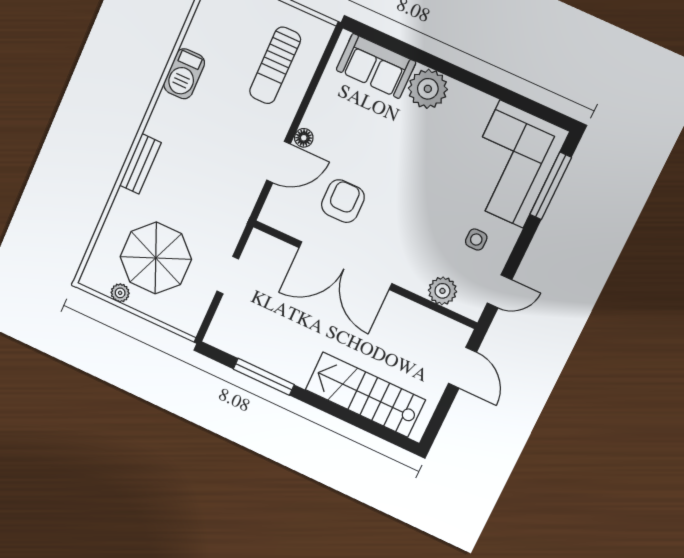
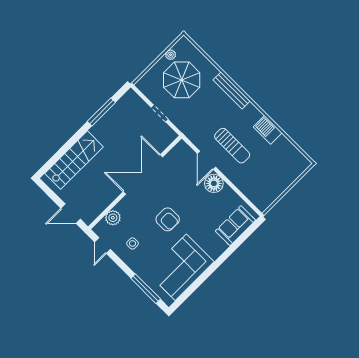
sun lounger: (275, 65) -> (232, 146), moved, turned 180
plant: (428, 89) -> (215, 247), removed
floor lamp: (304, 138) -> (214, 183), width x1.89, depth x1.89
bench: (140, 164) -> (232, 90), width x1.36
corner sofa: (512, 164) -> (181, 267), moved, turned -90
armchair: (343, 201) -> (168, 219), moved

